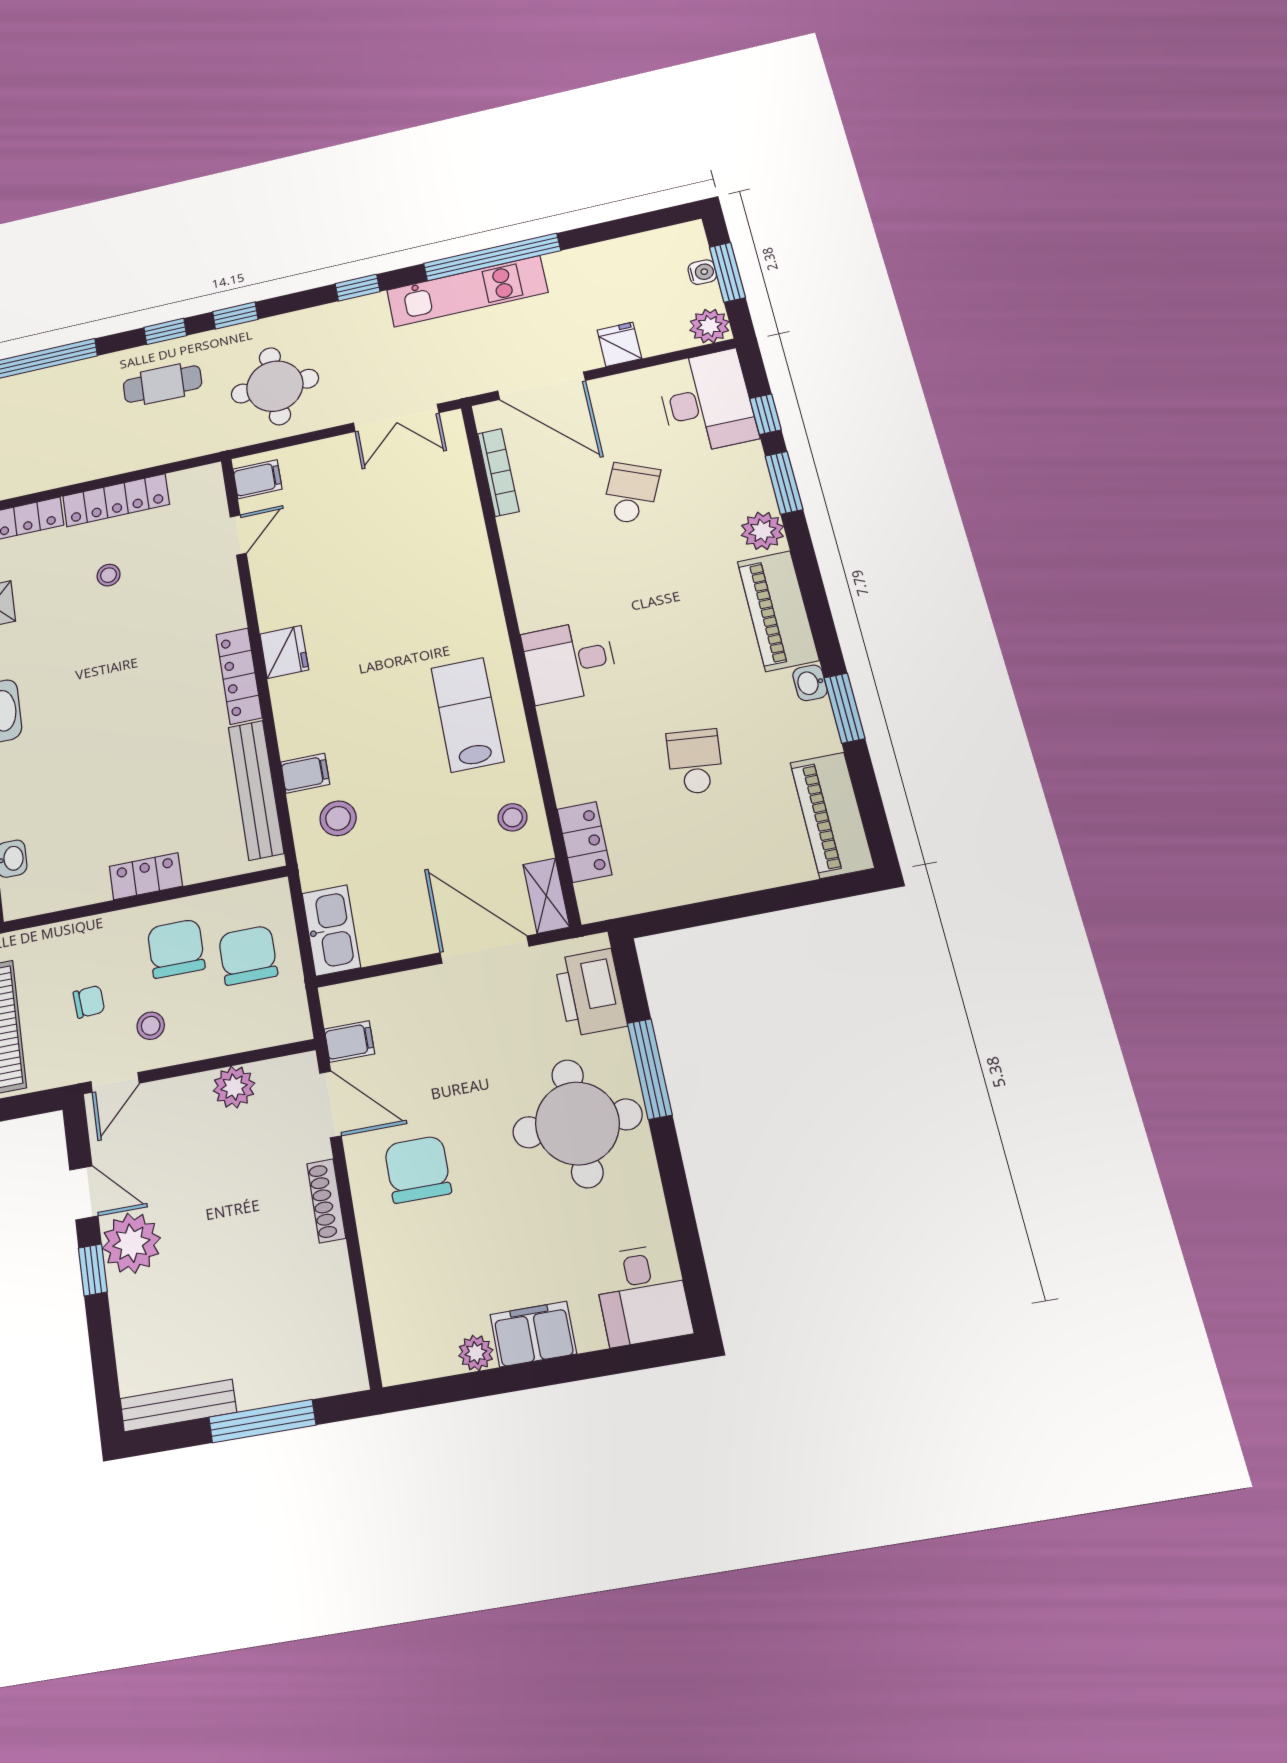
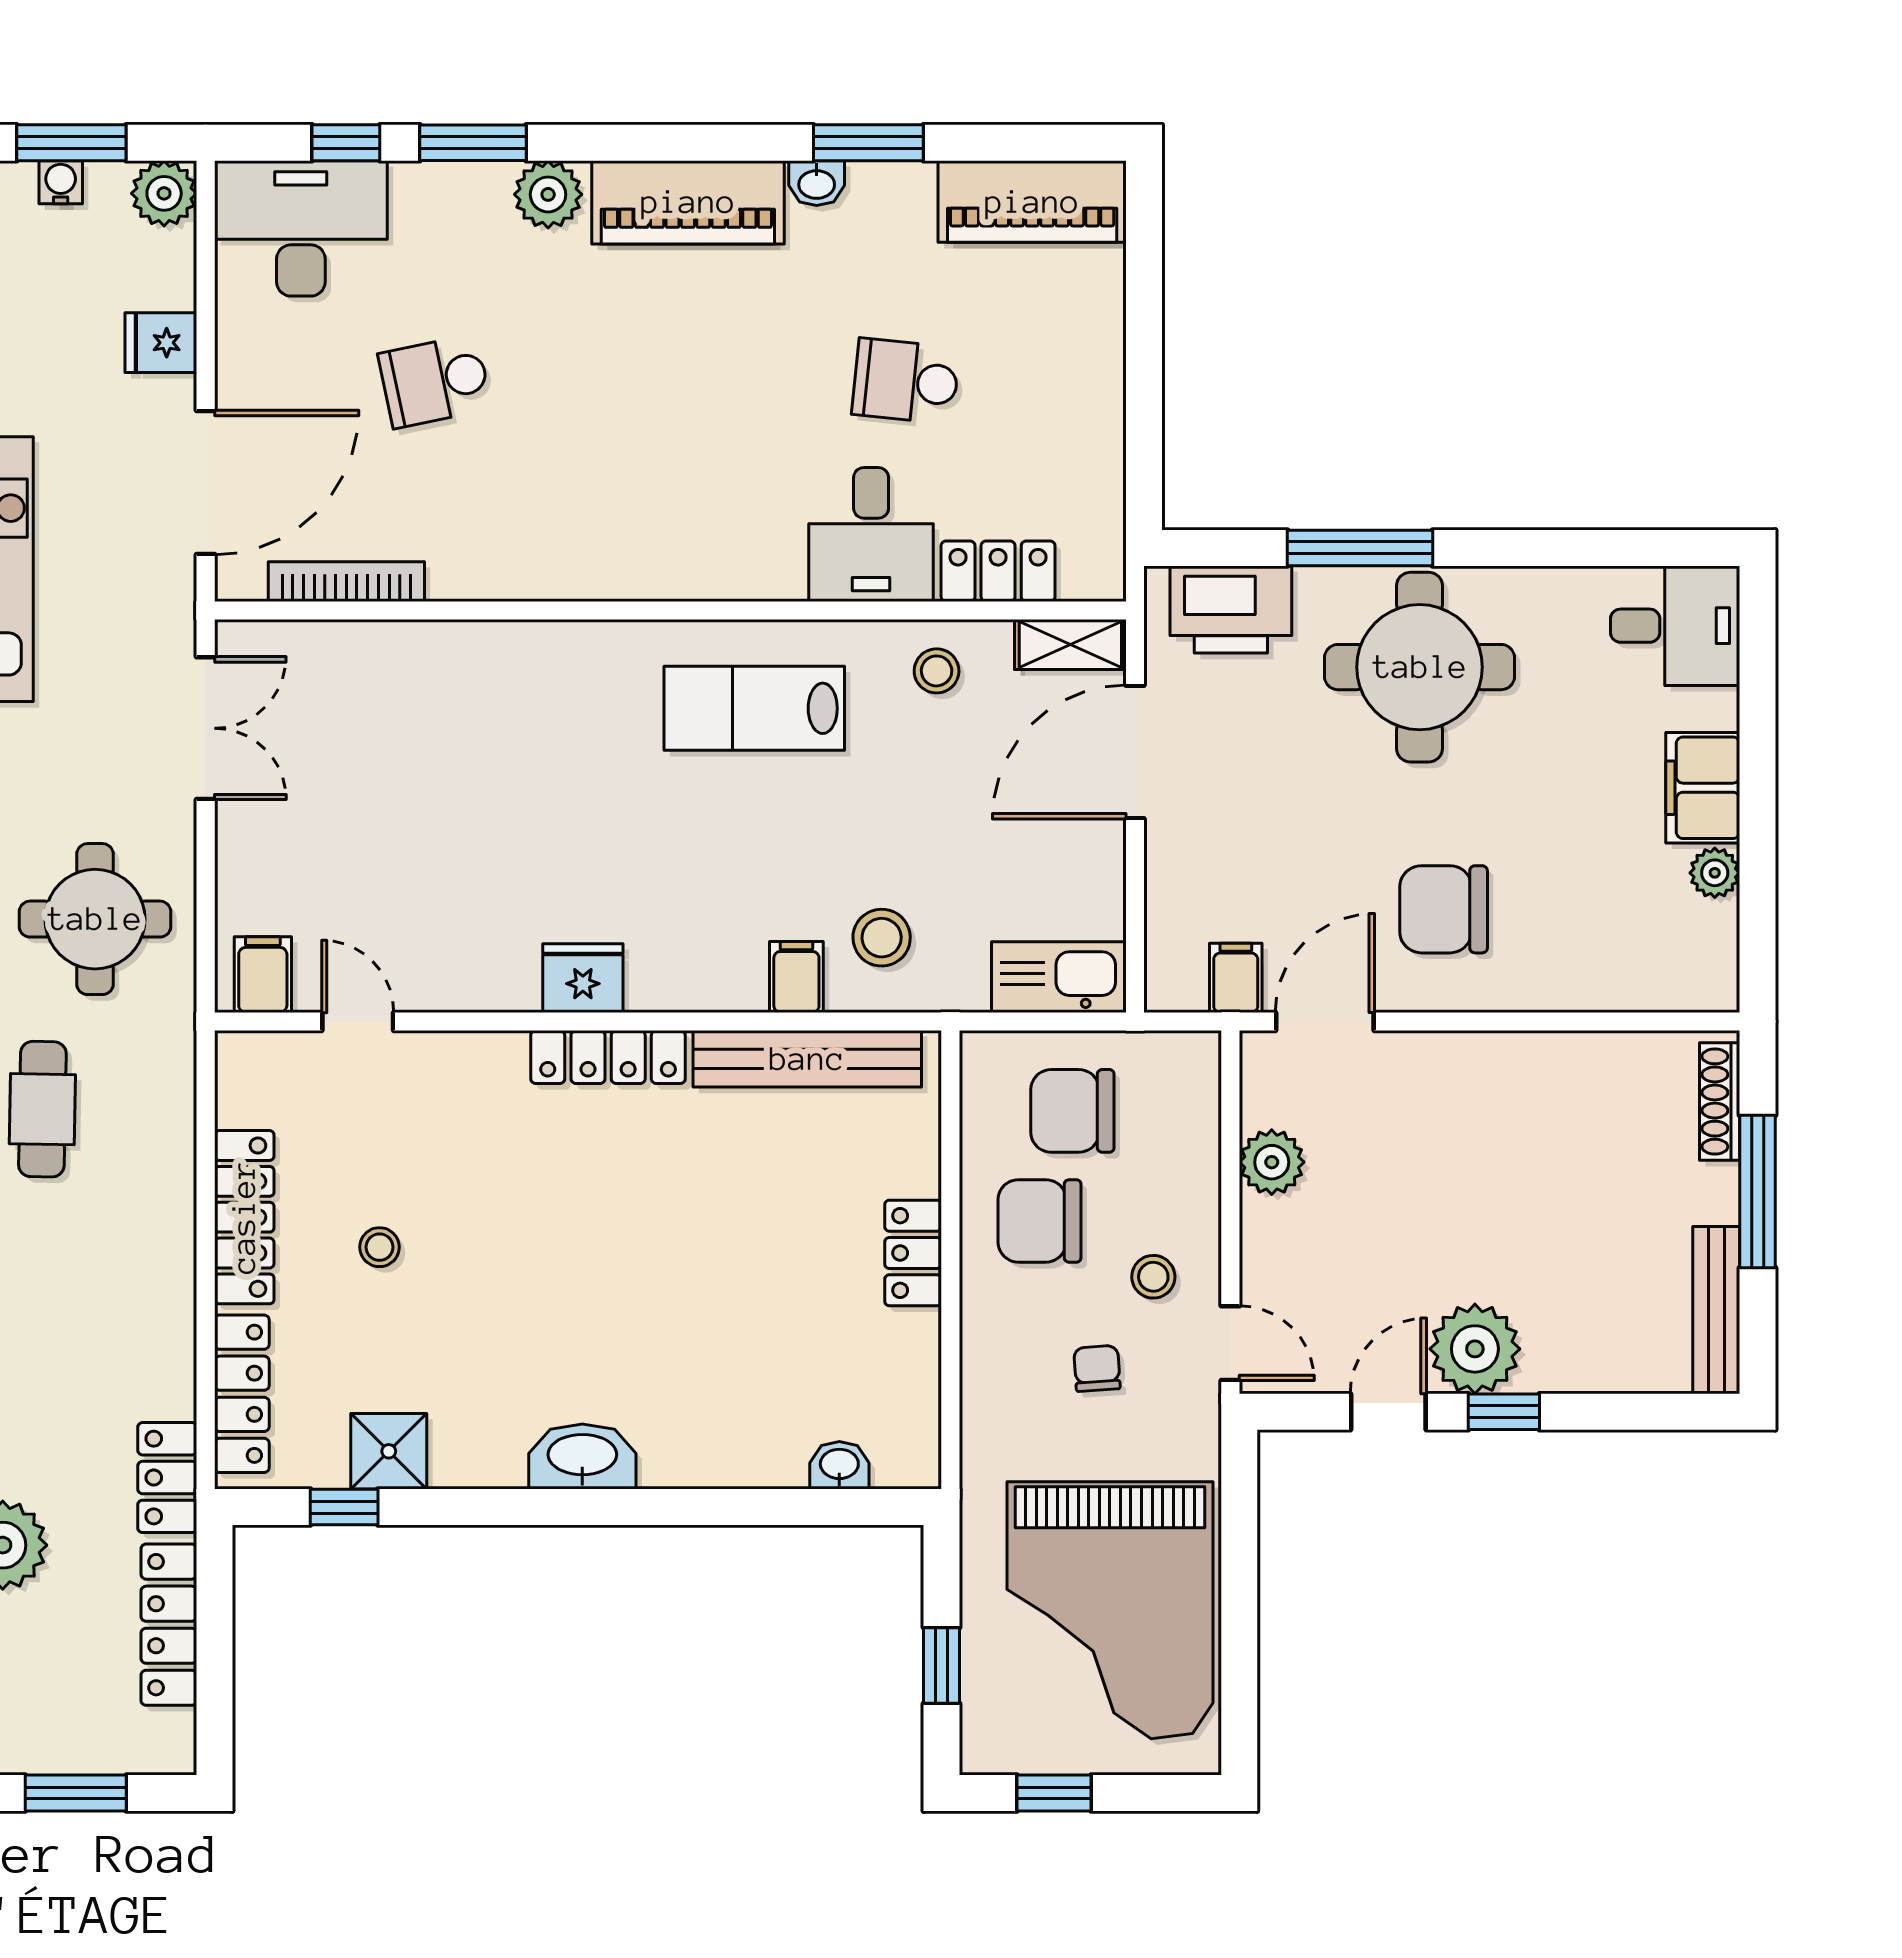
school desk: (631, 494) -> (435, 381), turned -36
desk: (570, 661) -> (871, 534), moved
shoe rack: (326, 1201) -> (1720, 1102), moved, turned 90

